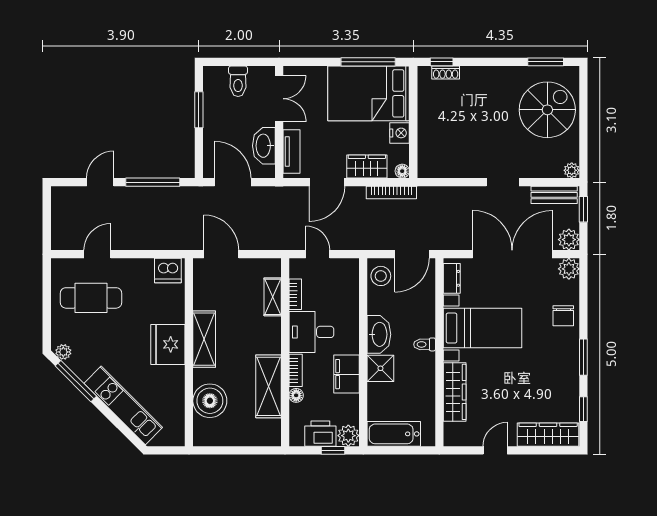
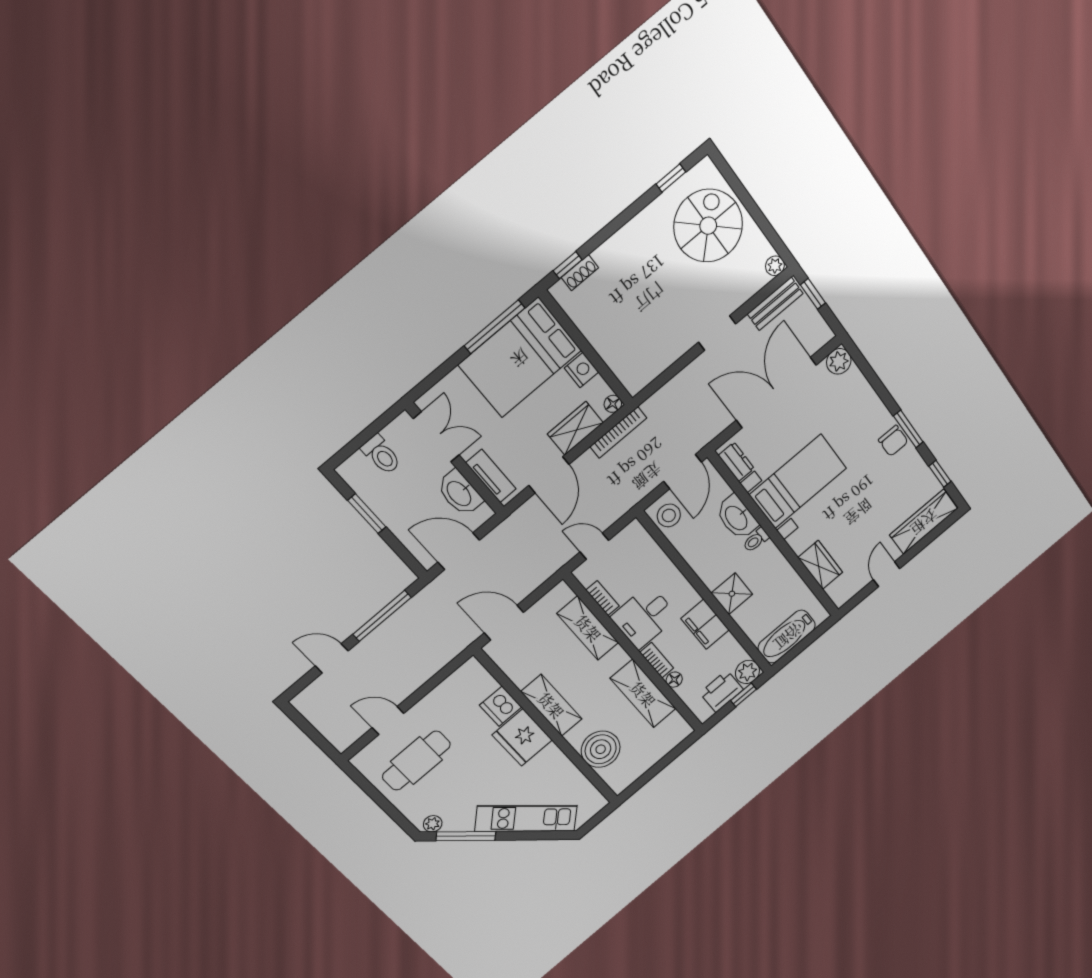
window: (546, 62) -> (671, 178), width x0.67
door: (100, 182) -> (332, 658), hinge flipped
plant: (569, 240) -> (819, 334), removed
door: (97, 254) -> (388, 721), hinge flipped
dishwasher: (168, 271) -> (501, 706), moved, turned 90
shelving: (273, 297) -> (588, 628), width x1.50, depth x1.33
chair: (563, 316) -> (893, 441), moved
washbasin: (379, 334) -> (737, 518), moved, turned 180
wardrobe: (455, 392) -> (820, 565), width x0.67

